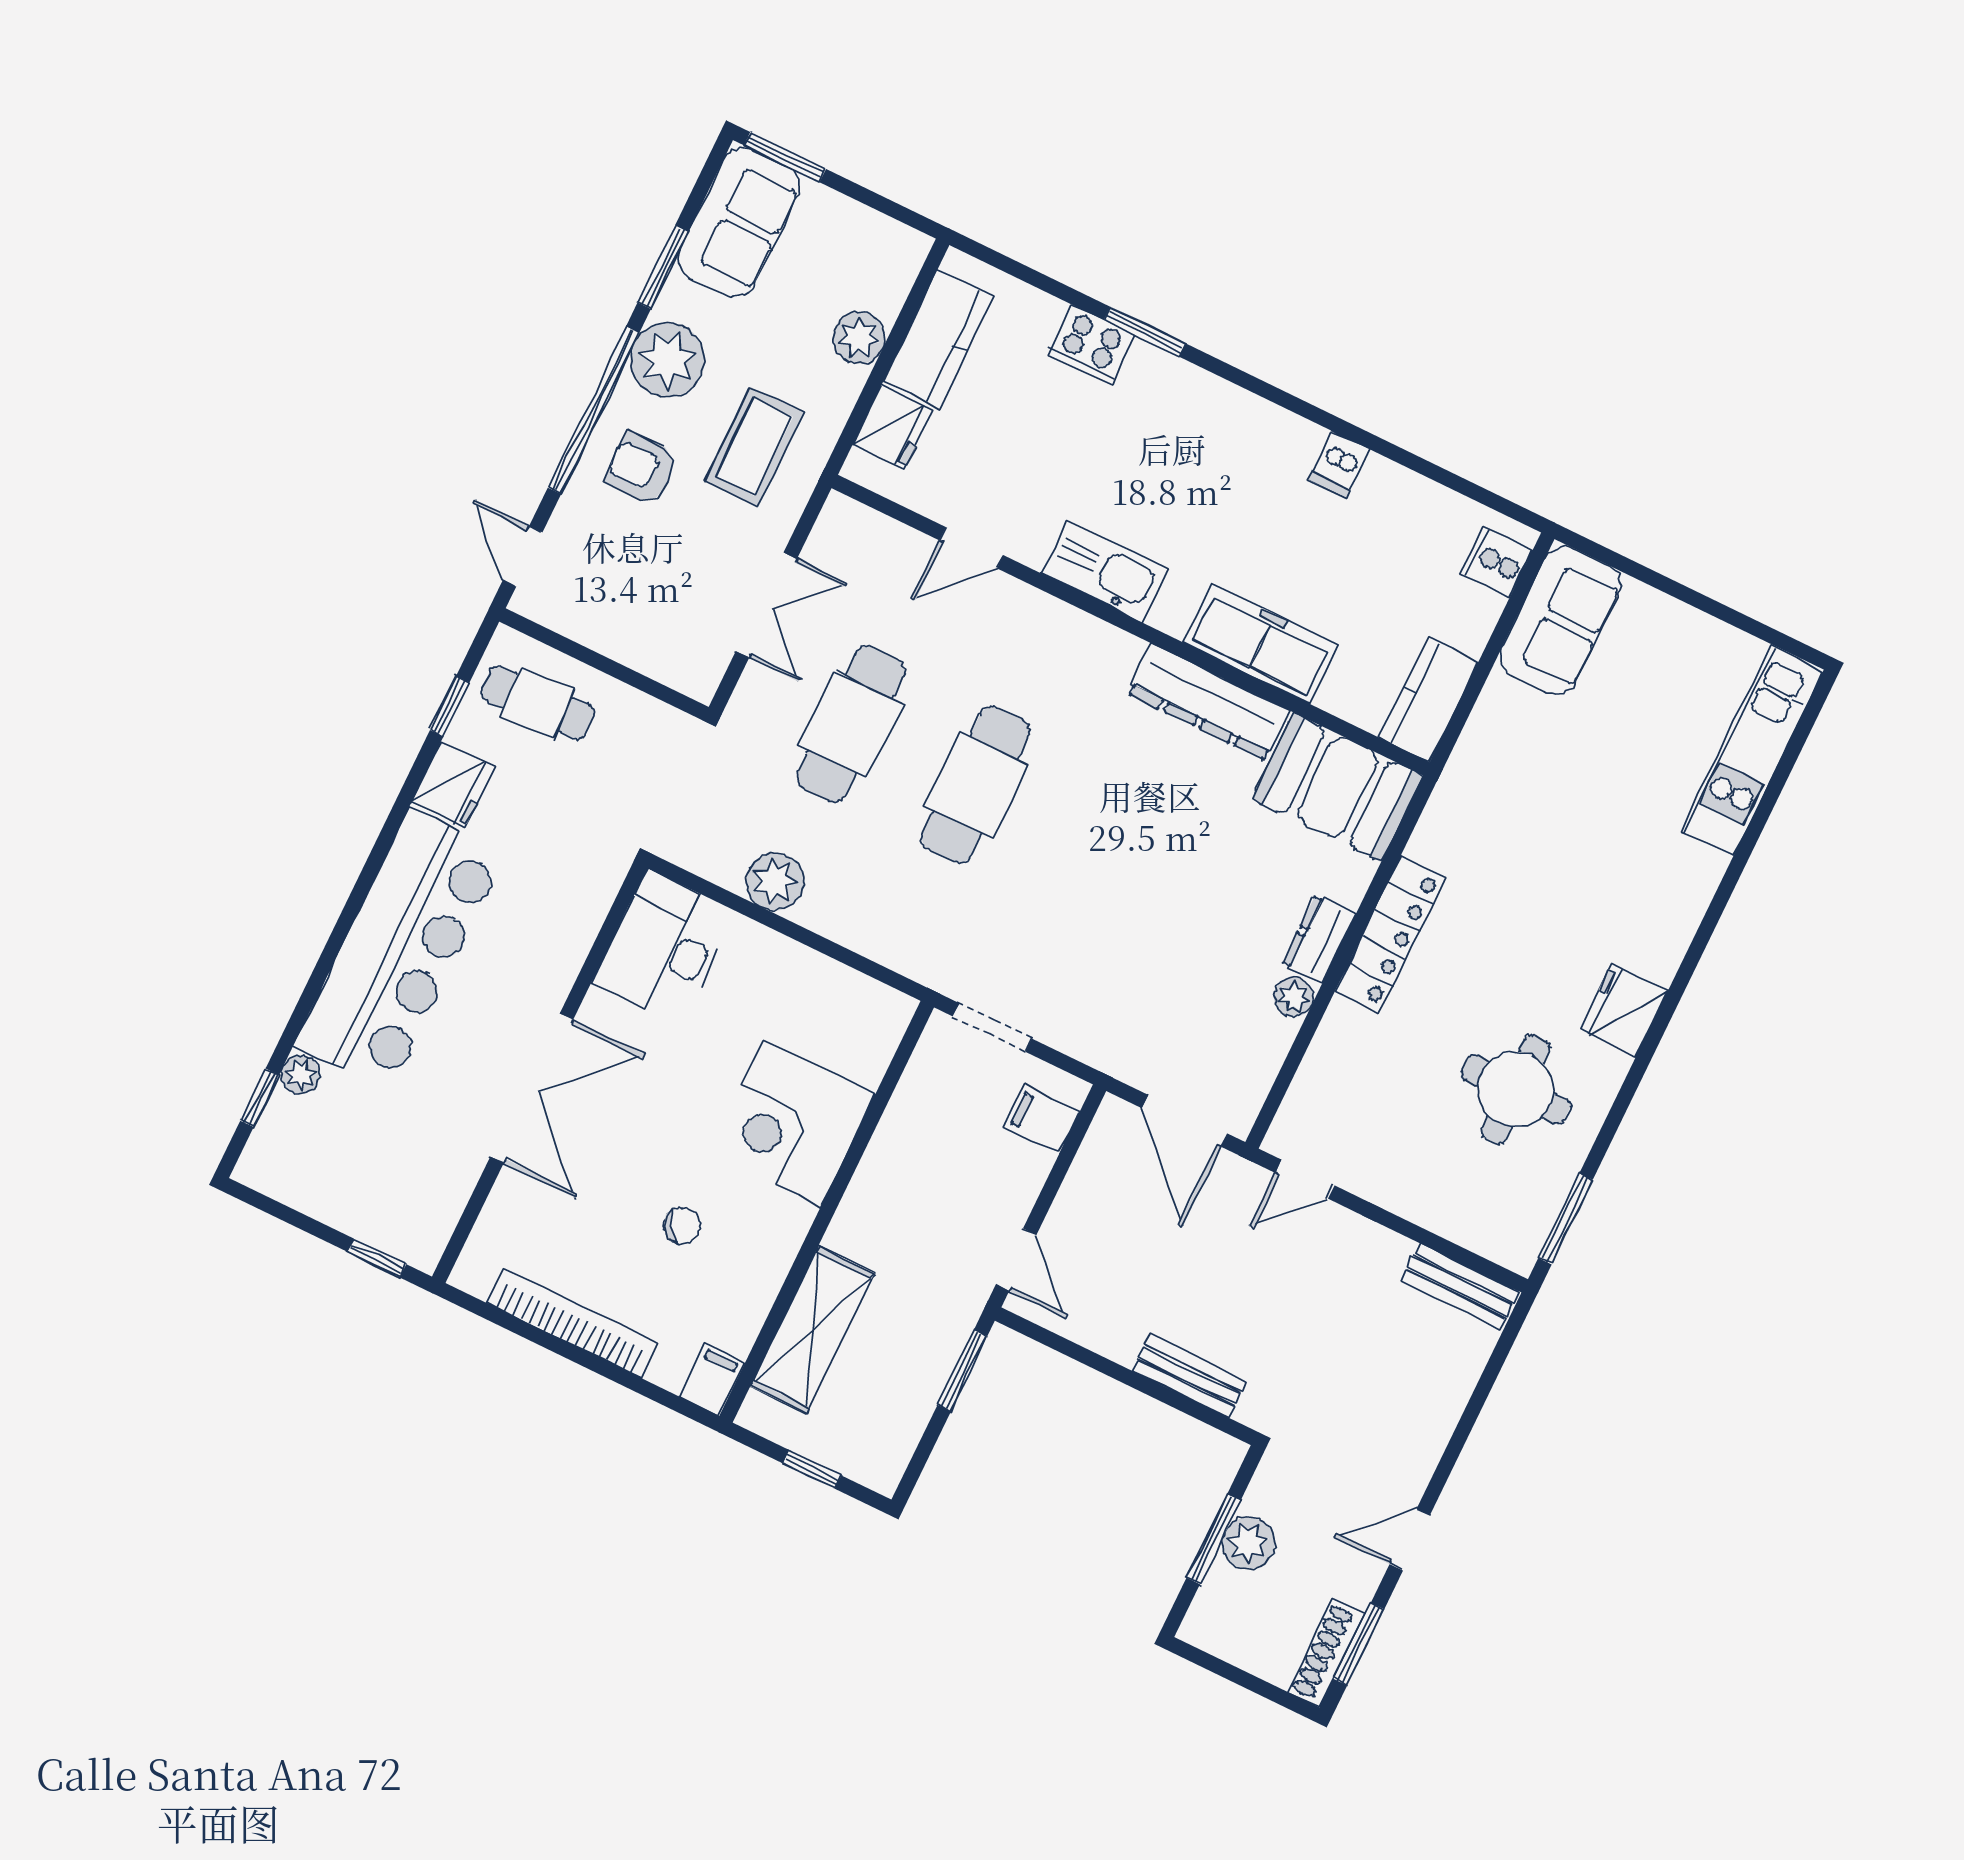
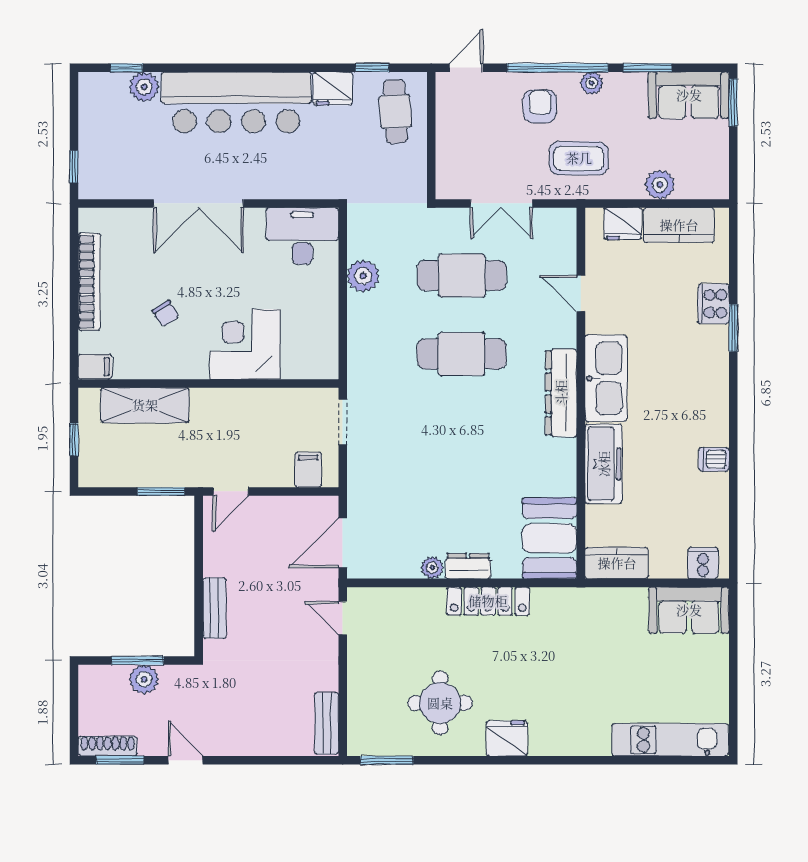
plant: (668, 360) -> (592, 83), width x0.53, depth x0.53
kitchen sink: (1105, 571) -> (606, 378), width x1.36, depth x1.24
dresser: (1208, 702) -> (561, 393), moved
plant: (300, 1075) -> (144, 87), width x1.38, depth x1.38

